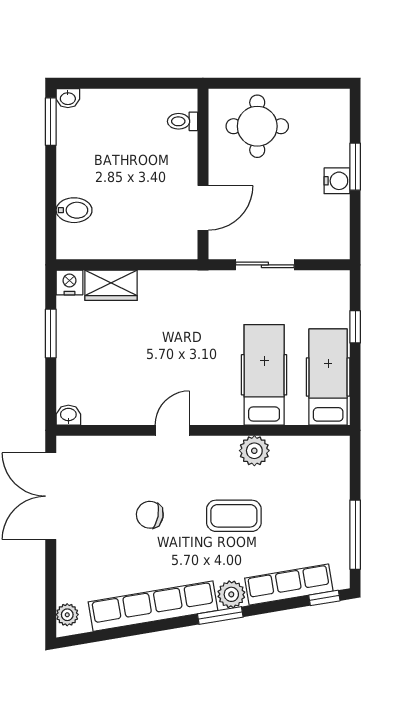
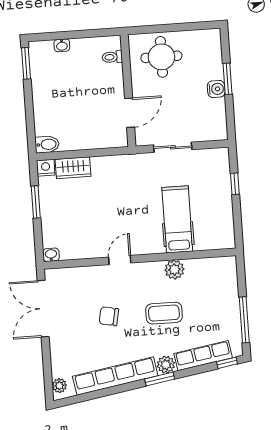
washbasin: (68, 98) -> (62, 45), moved
bidet: (74, 210) -> (47, 144), moved
hospital bed: (328, 377) -> (219, 218), removed

